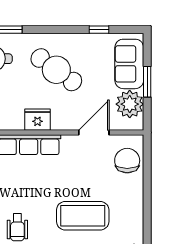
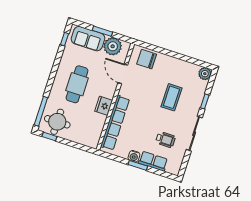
window: (99, 30) -> (65, 39), moved
cafe table: (56, 70) -> (77, 84), turned -36
coffee table: (83, 216) -> (172, 97), width x0.73, depth x0.76

